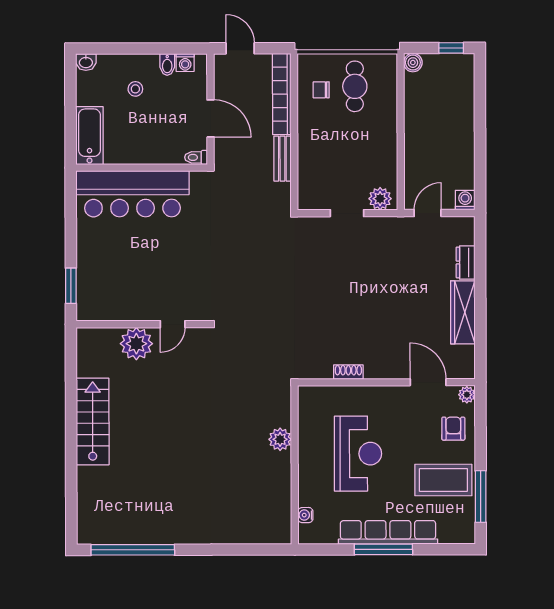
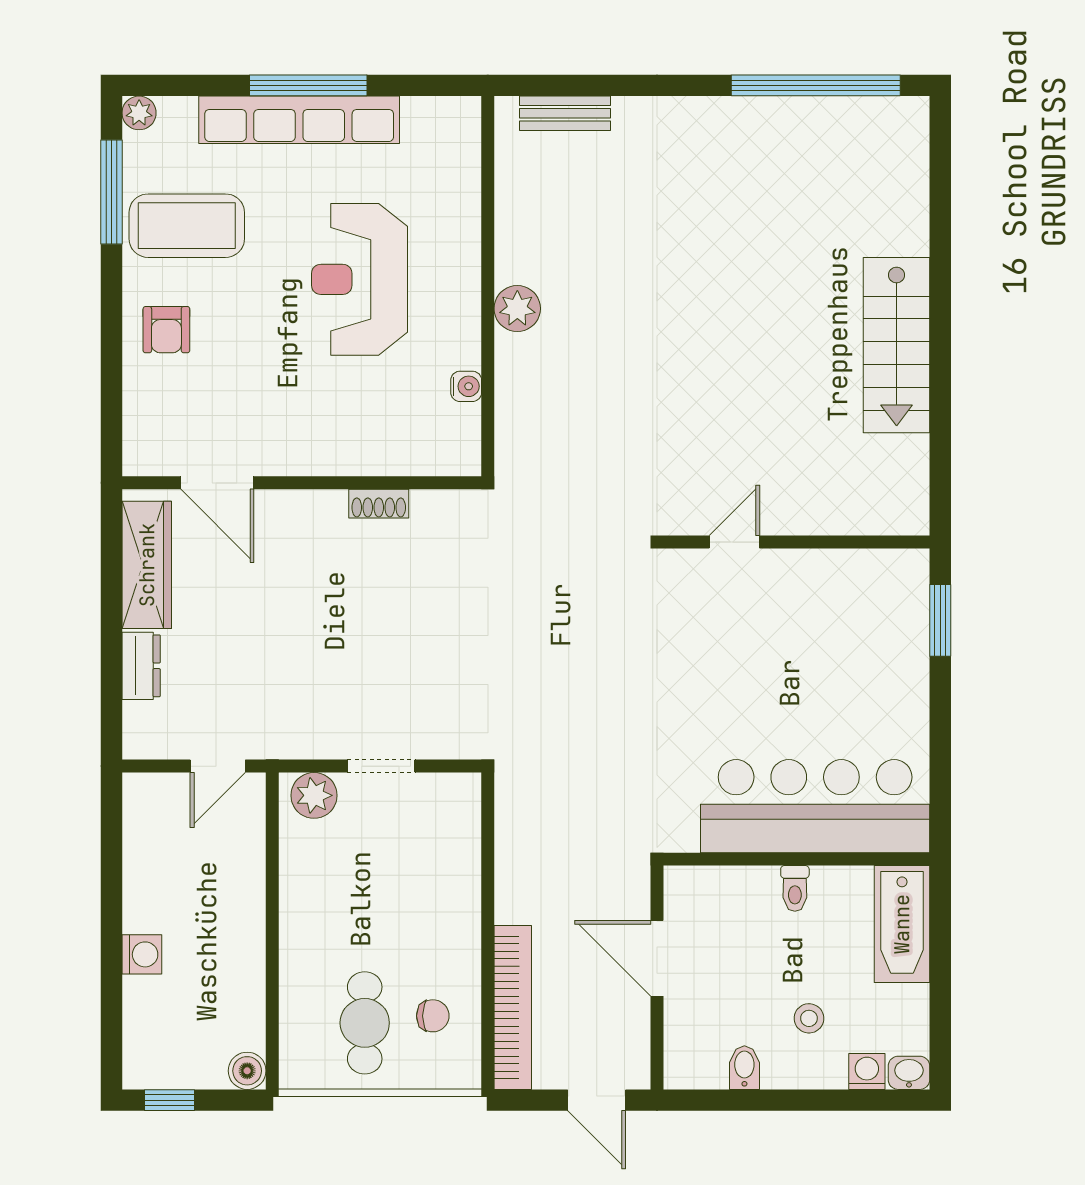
washing machine: (185, 63) -> (867, 1071), moved
toilet: (196, 157) -> (795, 888), moved, turned 90
bench: (282, 159) -> (565, 113), moved, turned 90
washing machine: (465, 200) -> (142, 954), moved, turned -90
plant: (136, 344) -> (808, 503), removed
shoe rack: (348, 372) -> (379, 504), moved
wall: (386, 382) -> (302, 483), moved
door: (428, 382) -> (217, 483), moved
plant: (467, 395) -> (139, 113), moved
water cooler: (305, 515) -> (466, 386), moved

